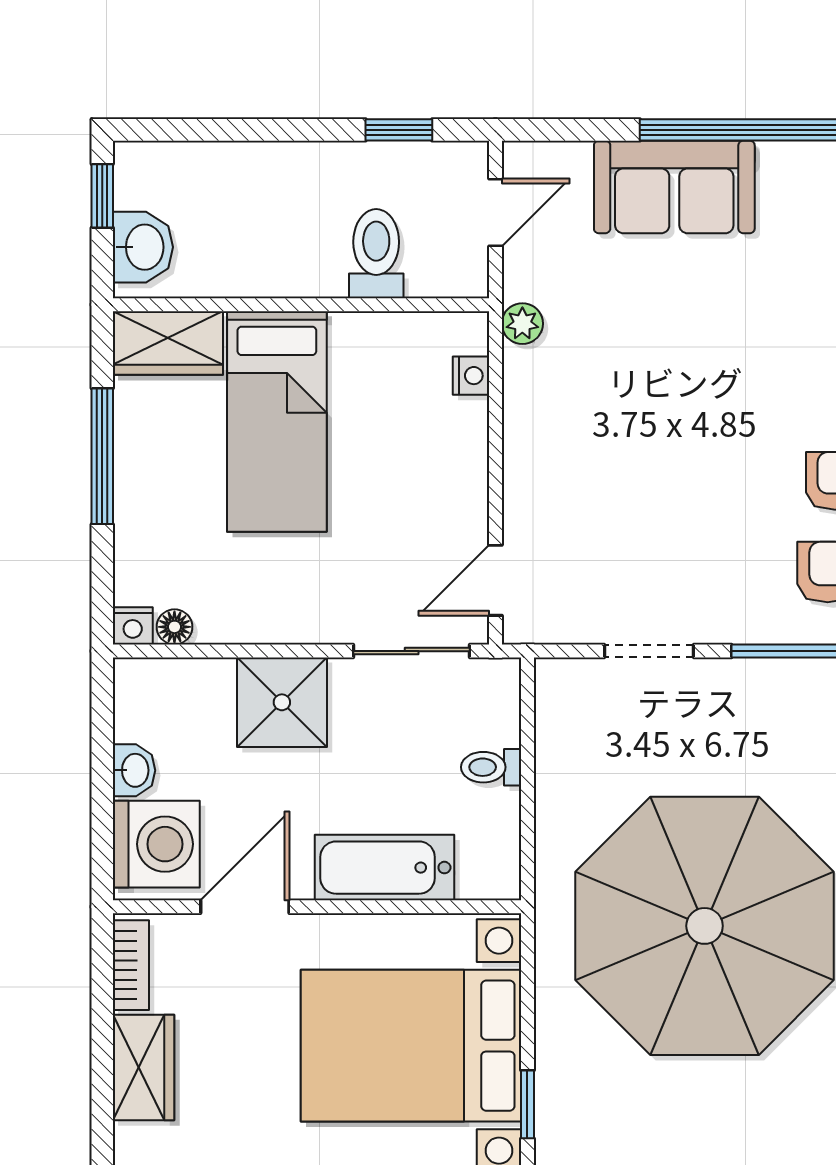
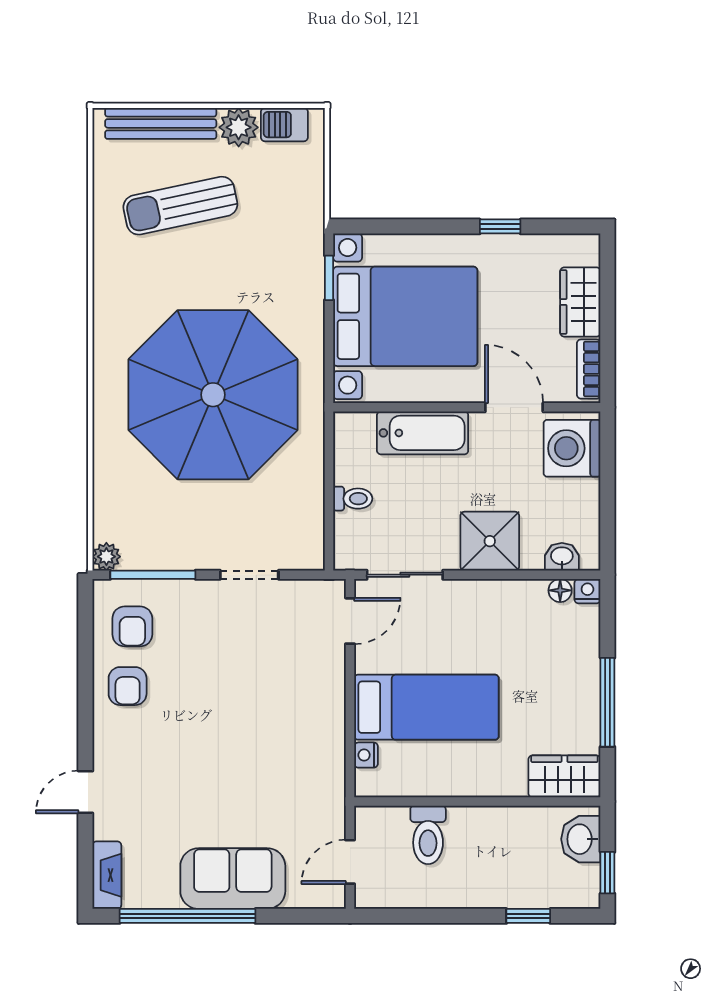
window: (399, 130) -> (528, 916), moved
plant: (522, 324) -> (332, 789), removed
bed: (277, 421) -> (426, 707), moved, turned 90
washbasin: (134, 770) -> (562, 557), moved, turned 90
door: (245, 907) -> (514, 407), swing flipped

